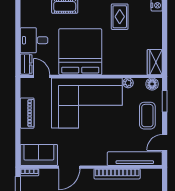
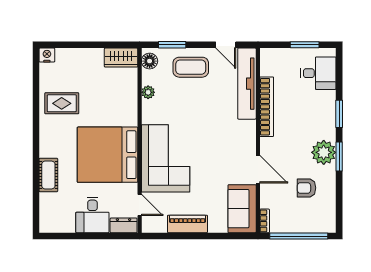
door: (42, 76) -> (140, 205), swing flipped
corner sofa: (87, 103) -> (166, 158), width x0.73, depth x0.74

